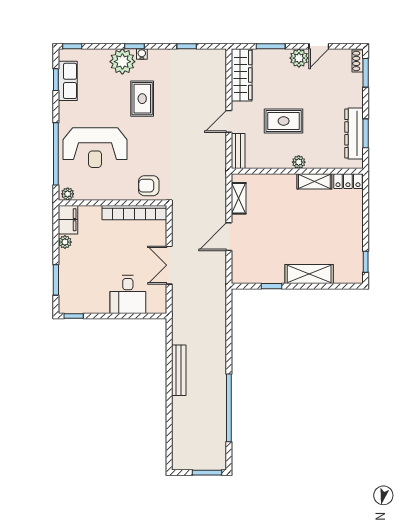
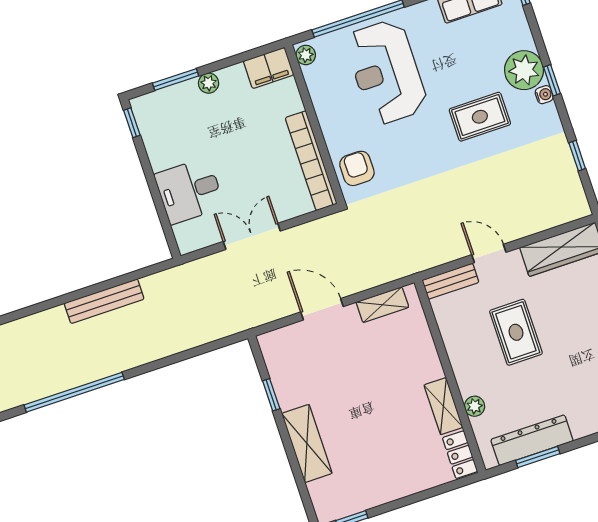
plant: (299, 162) -> (475, 406), moved
plant: (65, 242) -> (209, 83), moved

